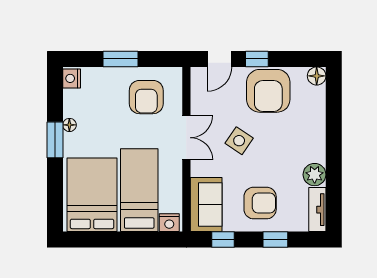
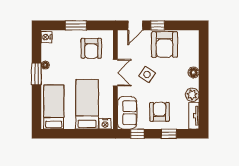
floor lamp: (317, 76) -> (193, 72), moved
bed: (92, 195) -> (54, 107), width x0.67
armchair: (260, 203) -> (160, 112), turned -90

